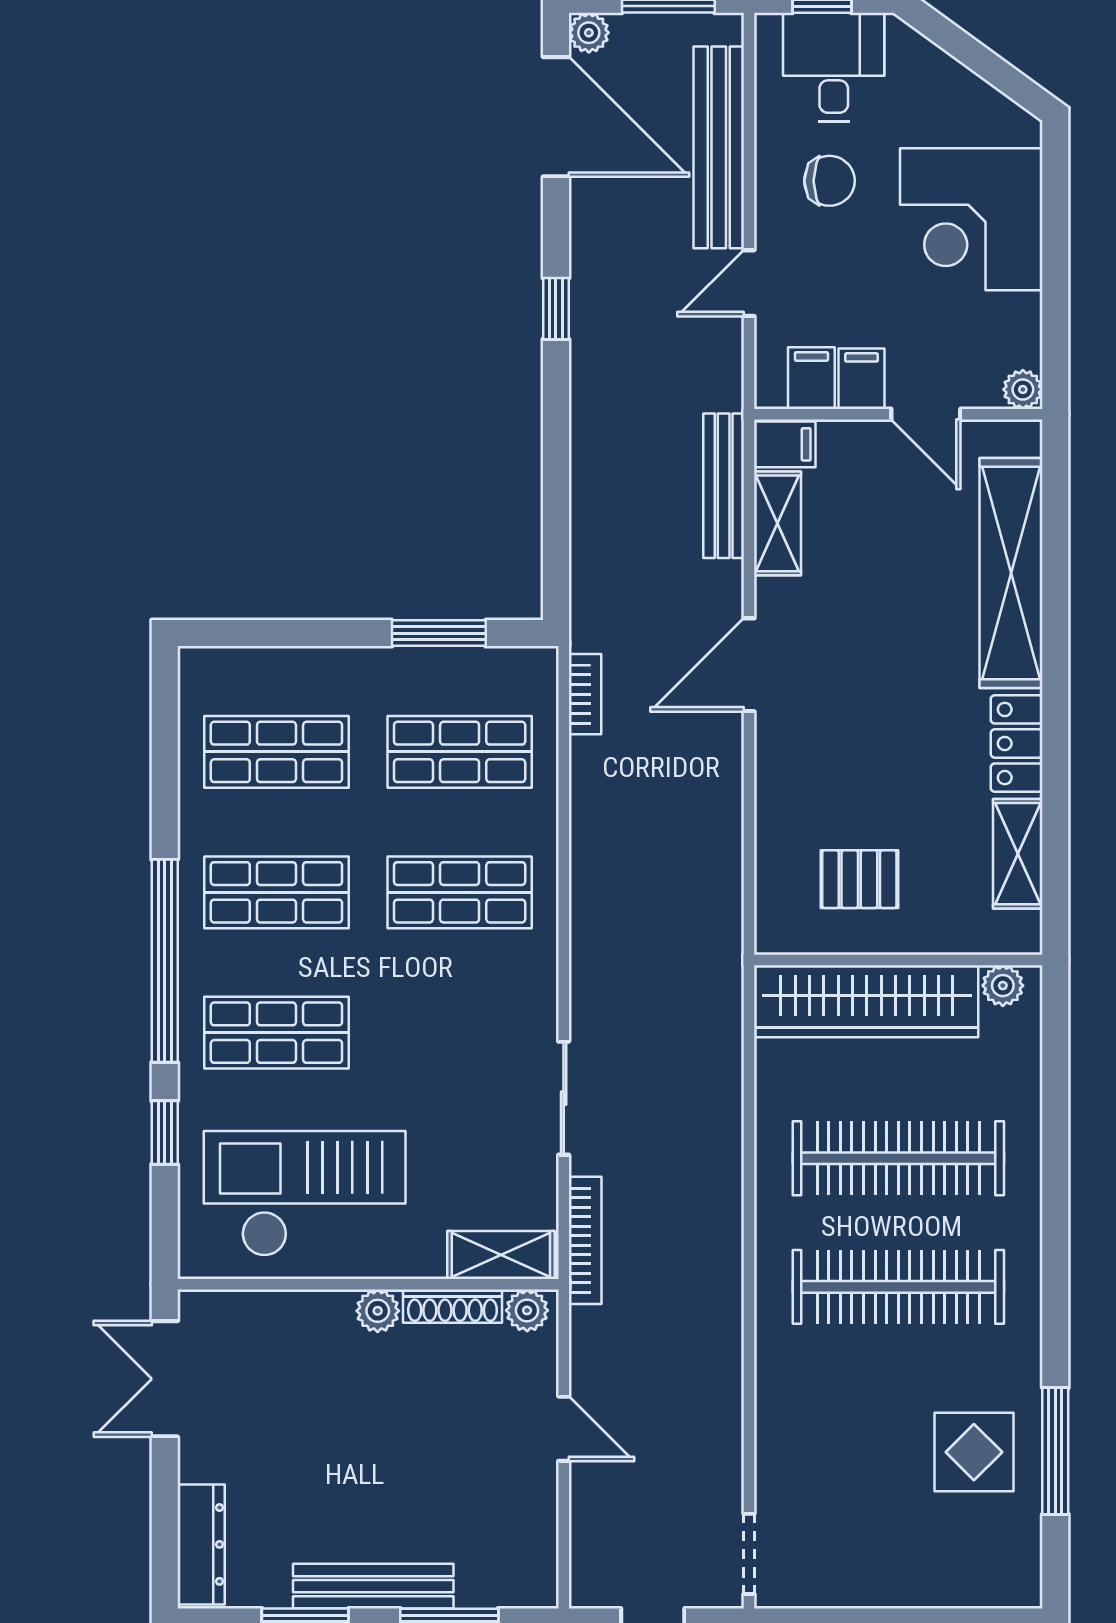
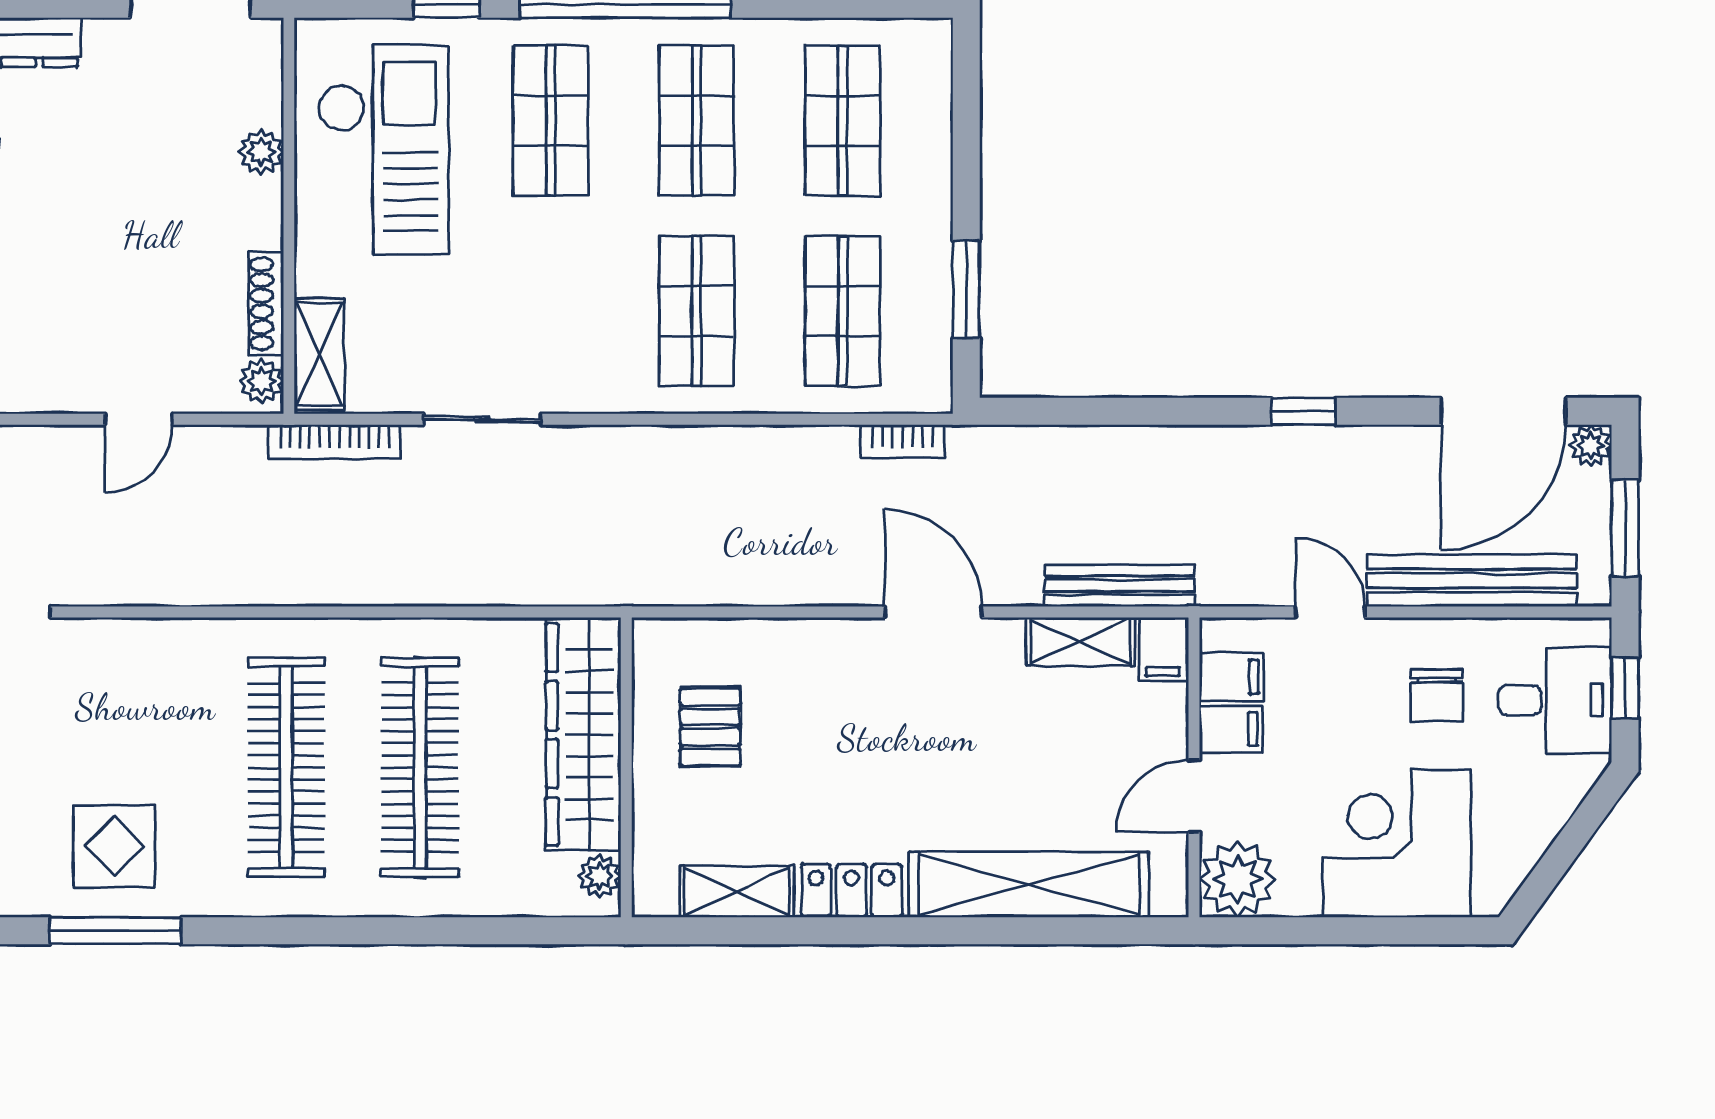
plant: (1023, 389) -> (1237, 879), width x1.87, depth x1.87
plant: (378, 1311) -> (261, 152), moved

